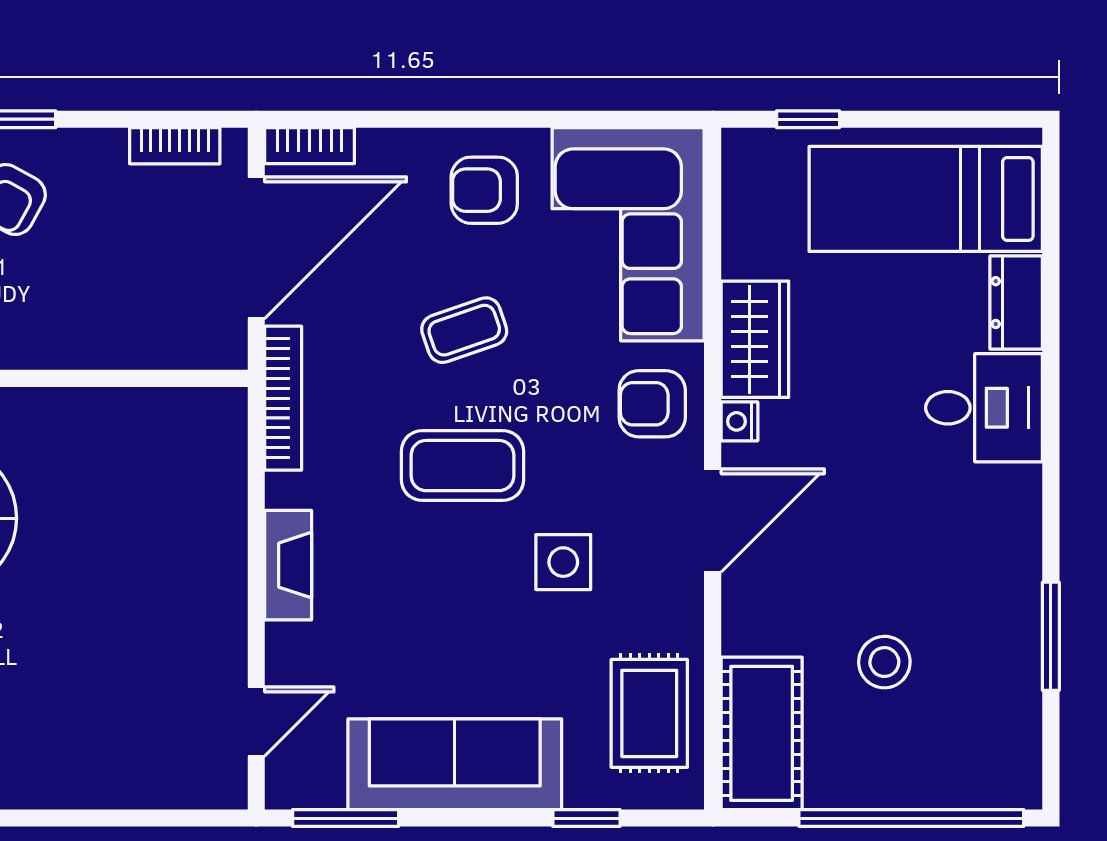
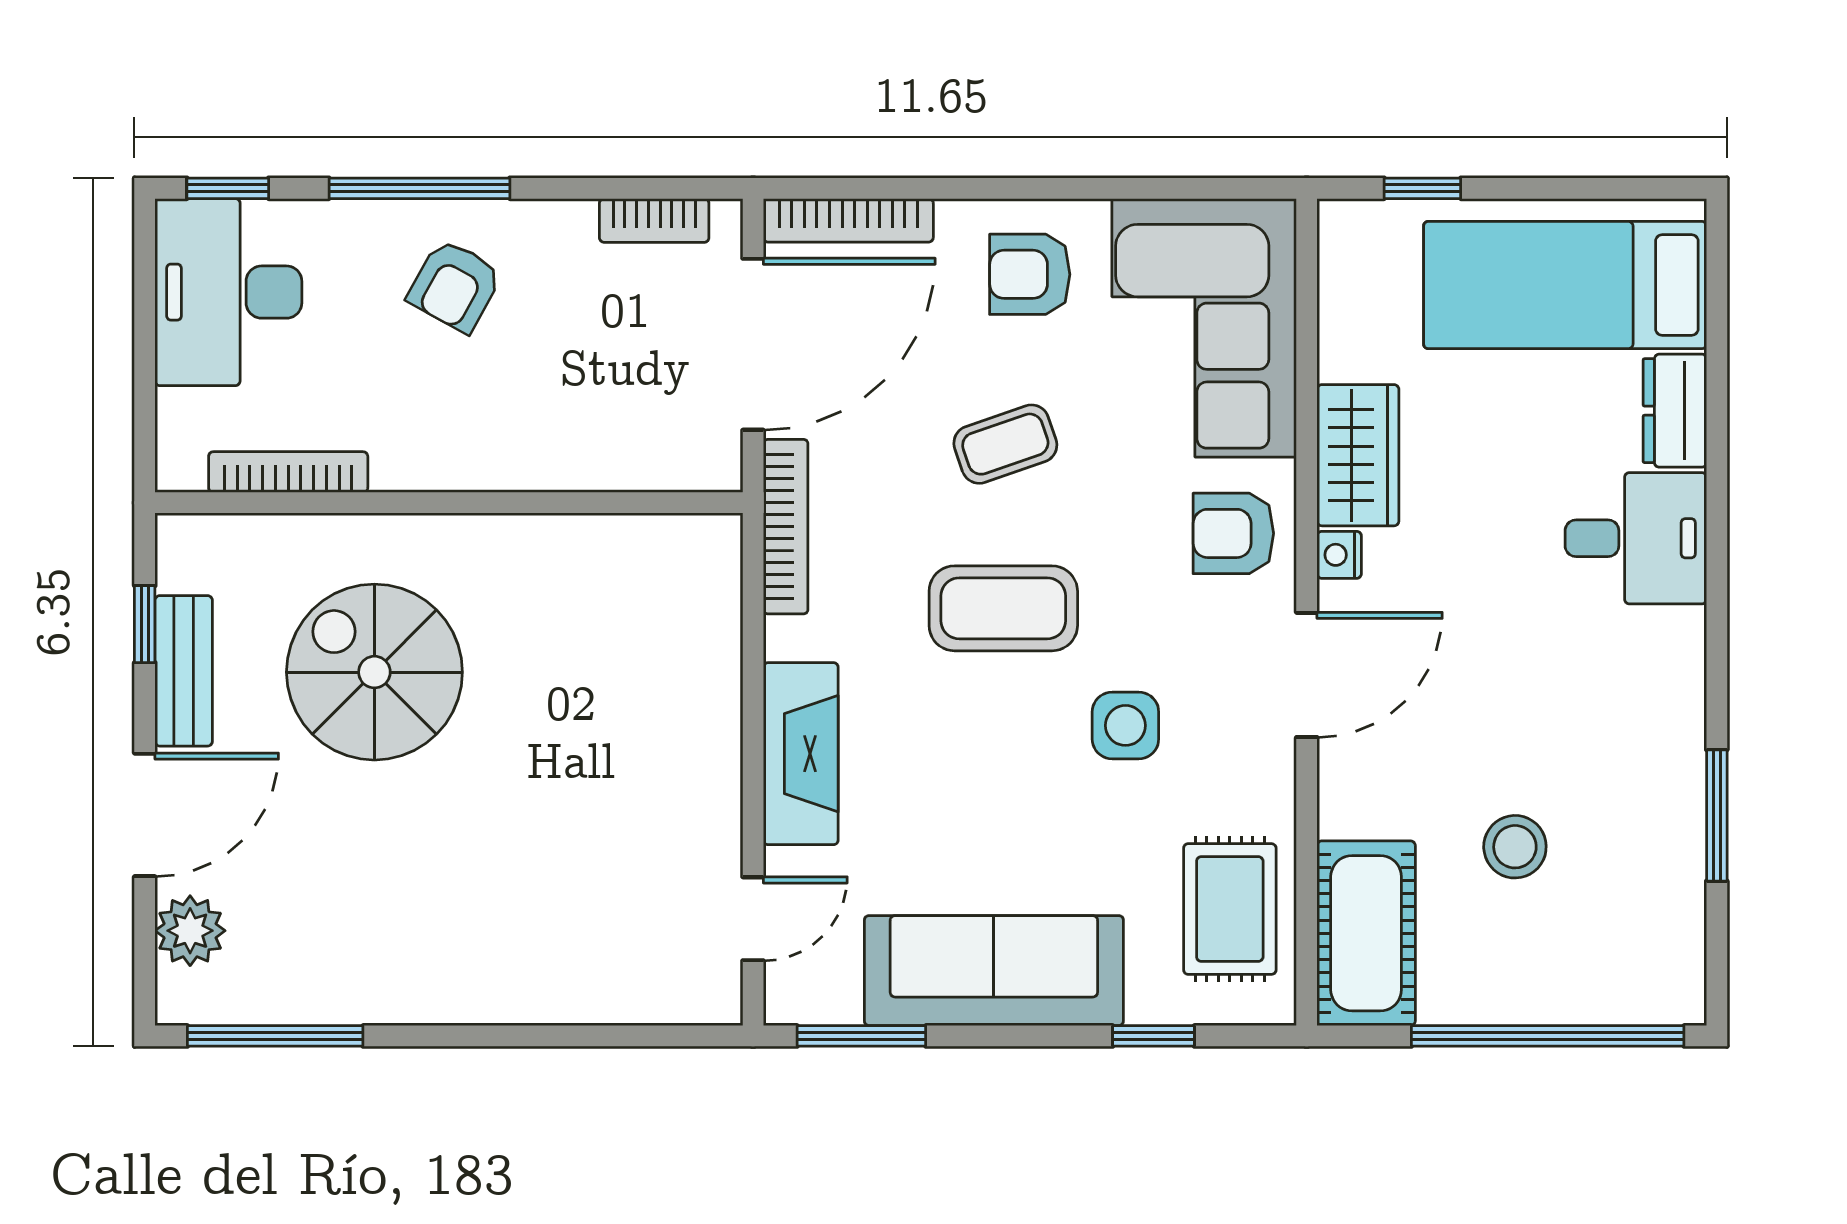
bookcase: (310, 146) -> (848, 220), width x1.56
fireplace: (288, 565) -> (801, 754), width x1.37, depth x1.32

